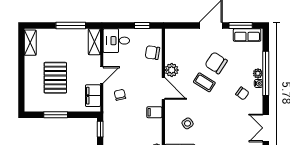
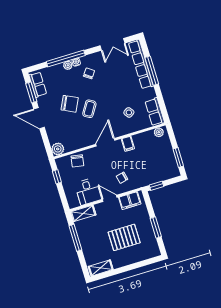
desk: (116, 41) -> (88, 191), moved
chair: (216, 63) -> (70, 104), turned -97
plant: (172, 70) -> (58, 149), moved

